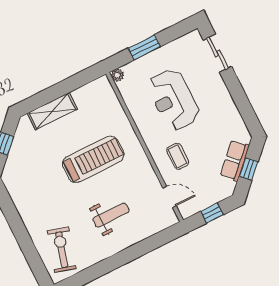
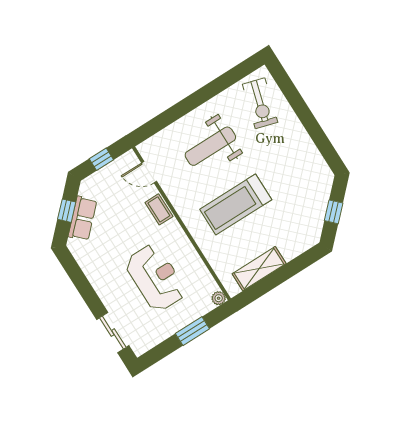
shelving: (52, 111) -> (259, 269), moved
coffee table: (178, 156) -> (159, 209), moved
weight bench: (111, 215) -> (210, 146), width x1.36, depth x1.33

